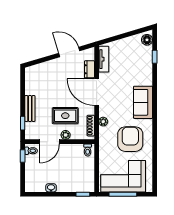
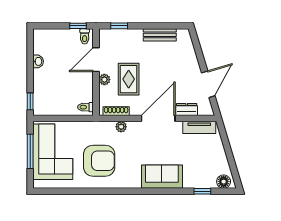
sofa: (143, 102) -> (162, 177), moved
bench: (30, 108) -> (160, 35), moved
door: (50, 142) -> (96, 60), hinge flipped

